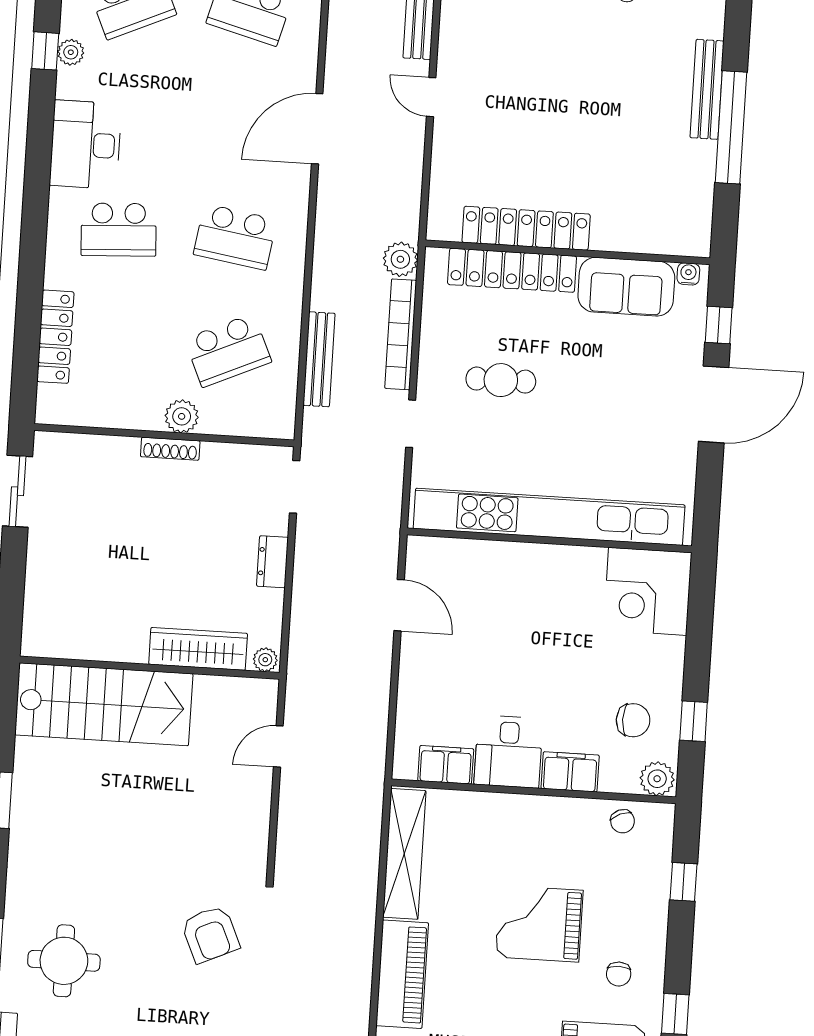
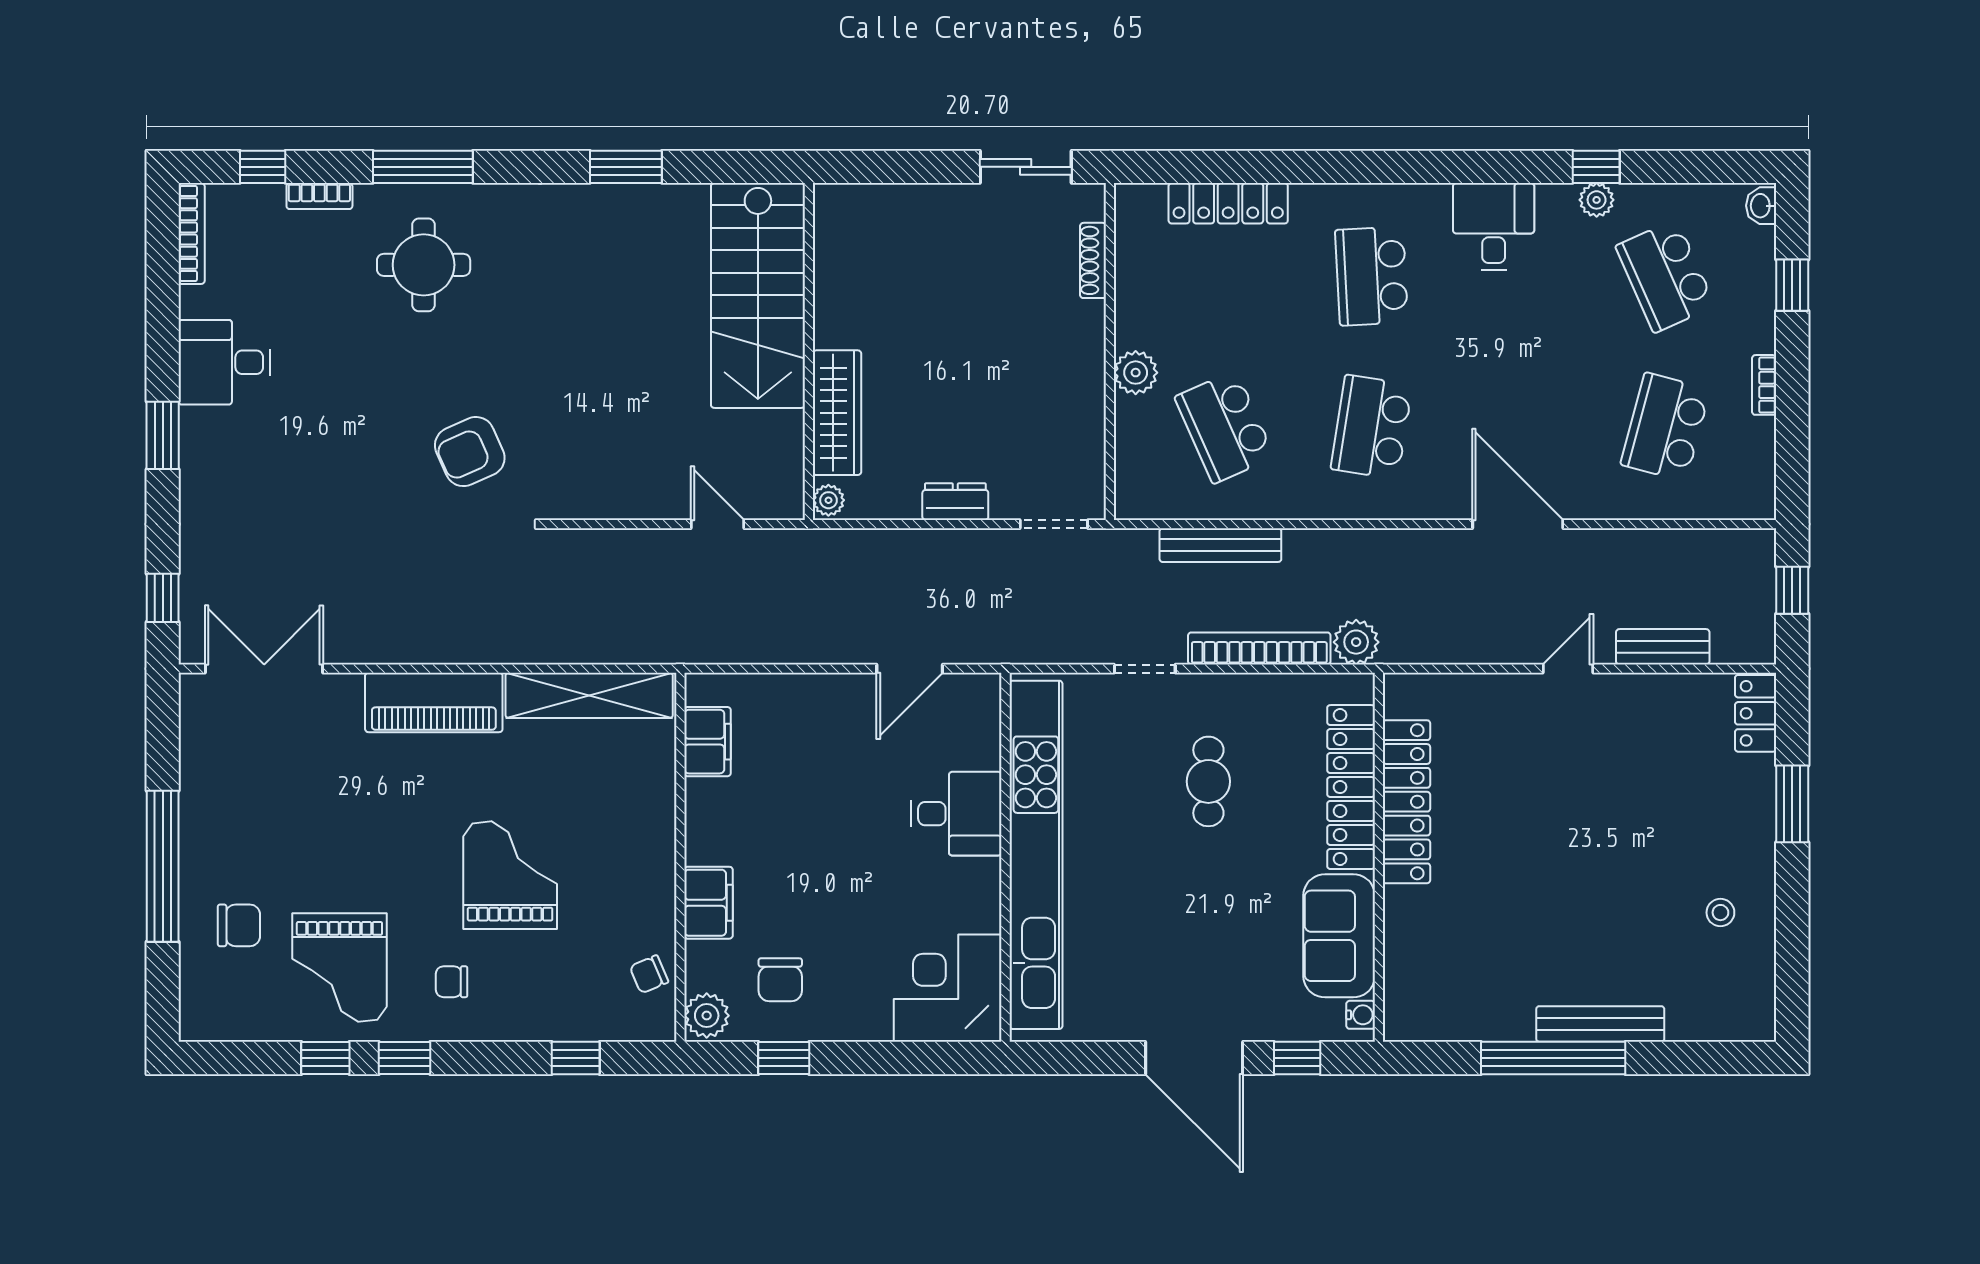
desk: (86, 145) -> (1494, 227), width x0.73
shoe rack: (170, 449) -> (1093, 260), moved
desk: (508, 752) -> (956, 814), moved, turned 180

